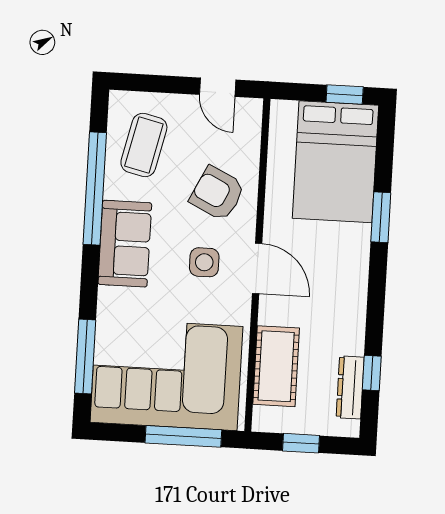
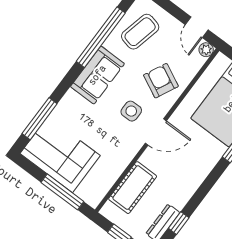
plant: (251, 109) -> (206, 50), added
door: (257, 268) -> (156, 132), hinge flipped
corner sofa: (166, 374) -> (60, 155), width x0.73, depth x0.74

